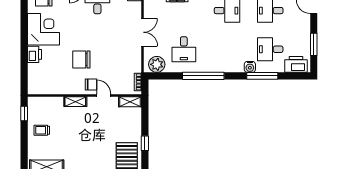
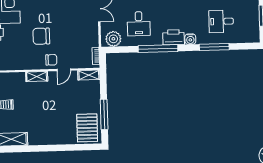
printer: (296, 64) -> (174, 37), moved
water cooler: (250, 67) -> (190, 39), moved
door: (104, 95) -> (64, 70), swing flipped
window: (145, 143) -> (104, 114), width x2.17

